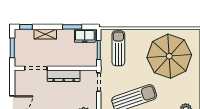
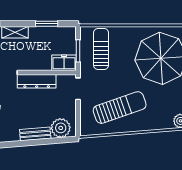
freezer: (85, 36) -> (64, 63), moved, turned 180

